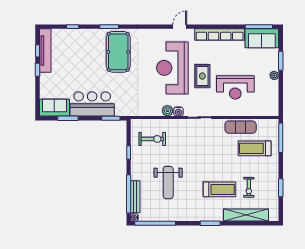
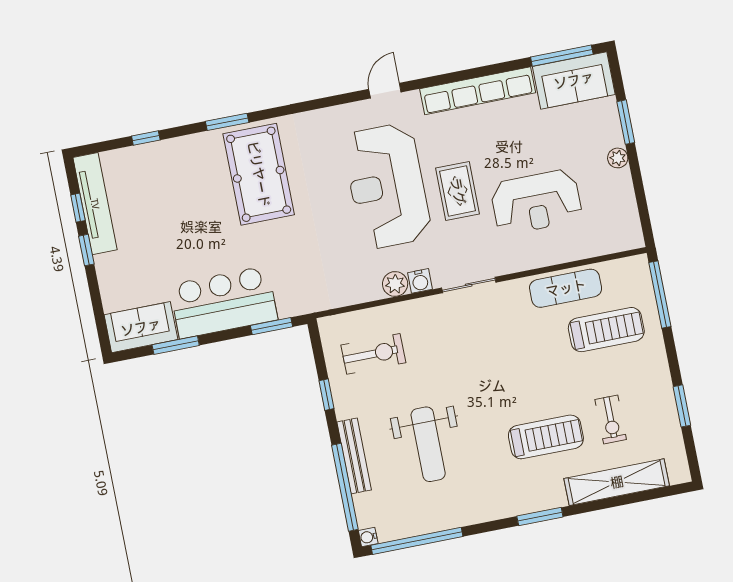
treadmill: (255, 148) -> (606, 330), turned 180
bench: (135, 197) -> (354, 456), moved

